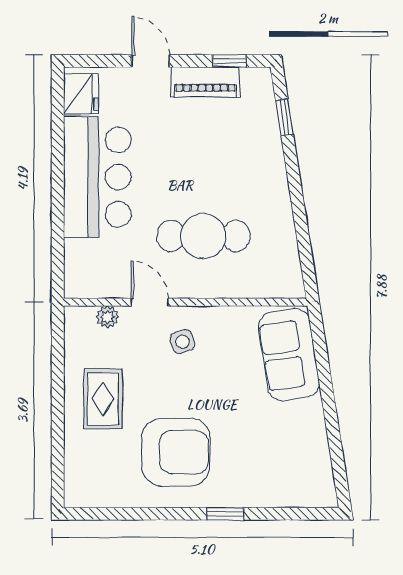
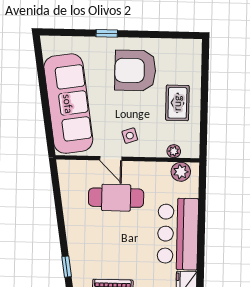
plant: (95, 282) -> (181, 172), added
door: (150, 302) -> (111, 159), moved
sofa: (289, 355) -> (68, 104), width x1.85, depth x1.27

